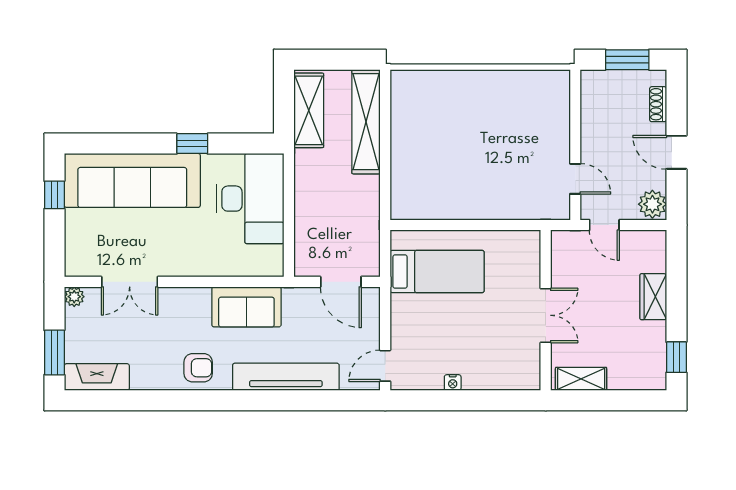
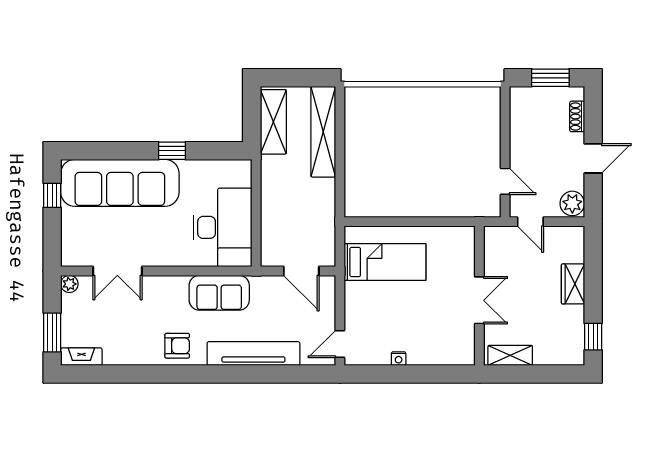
door: (676, 152) -> (593, 158), swing flipped
desk: (250, 199) -> (222, 227), moved
fireplace: (97, 377) -> (81, 357), width x0.73, depth x0.76

